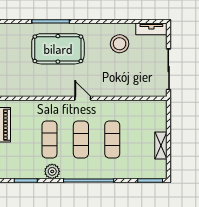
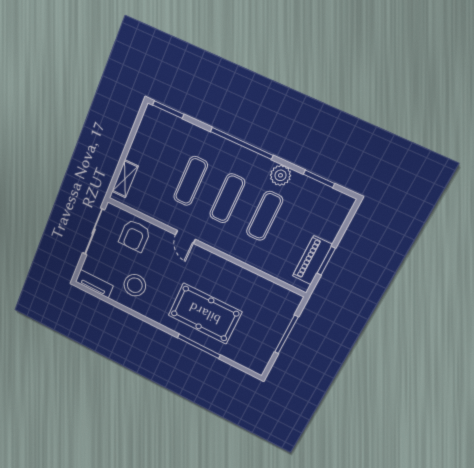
armchair: (136, 81) -> (135, 236), added
door: (83, 98) -> (185, 237), moved
shelving: (161, 145) -> (125, 179), moved

